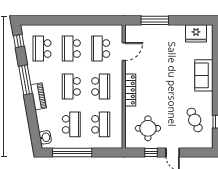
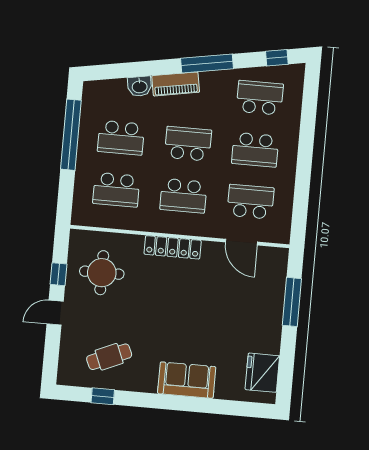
school desk: (71, 49) -> (255, 150), turned 180
washbasin: (45, 137) -> (140, 86), moved

